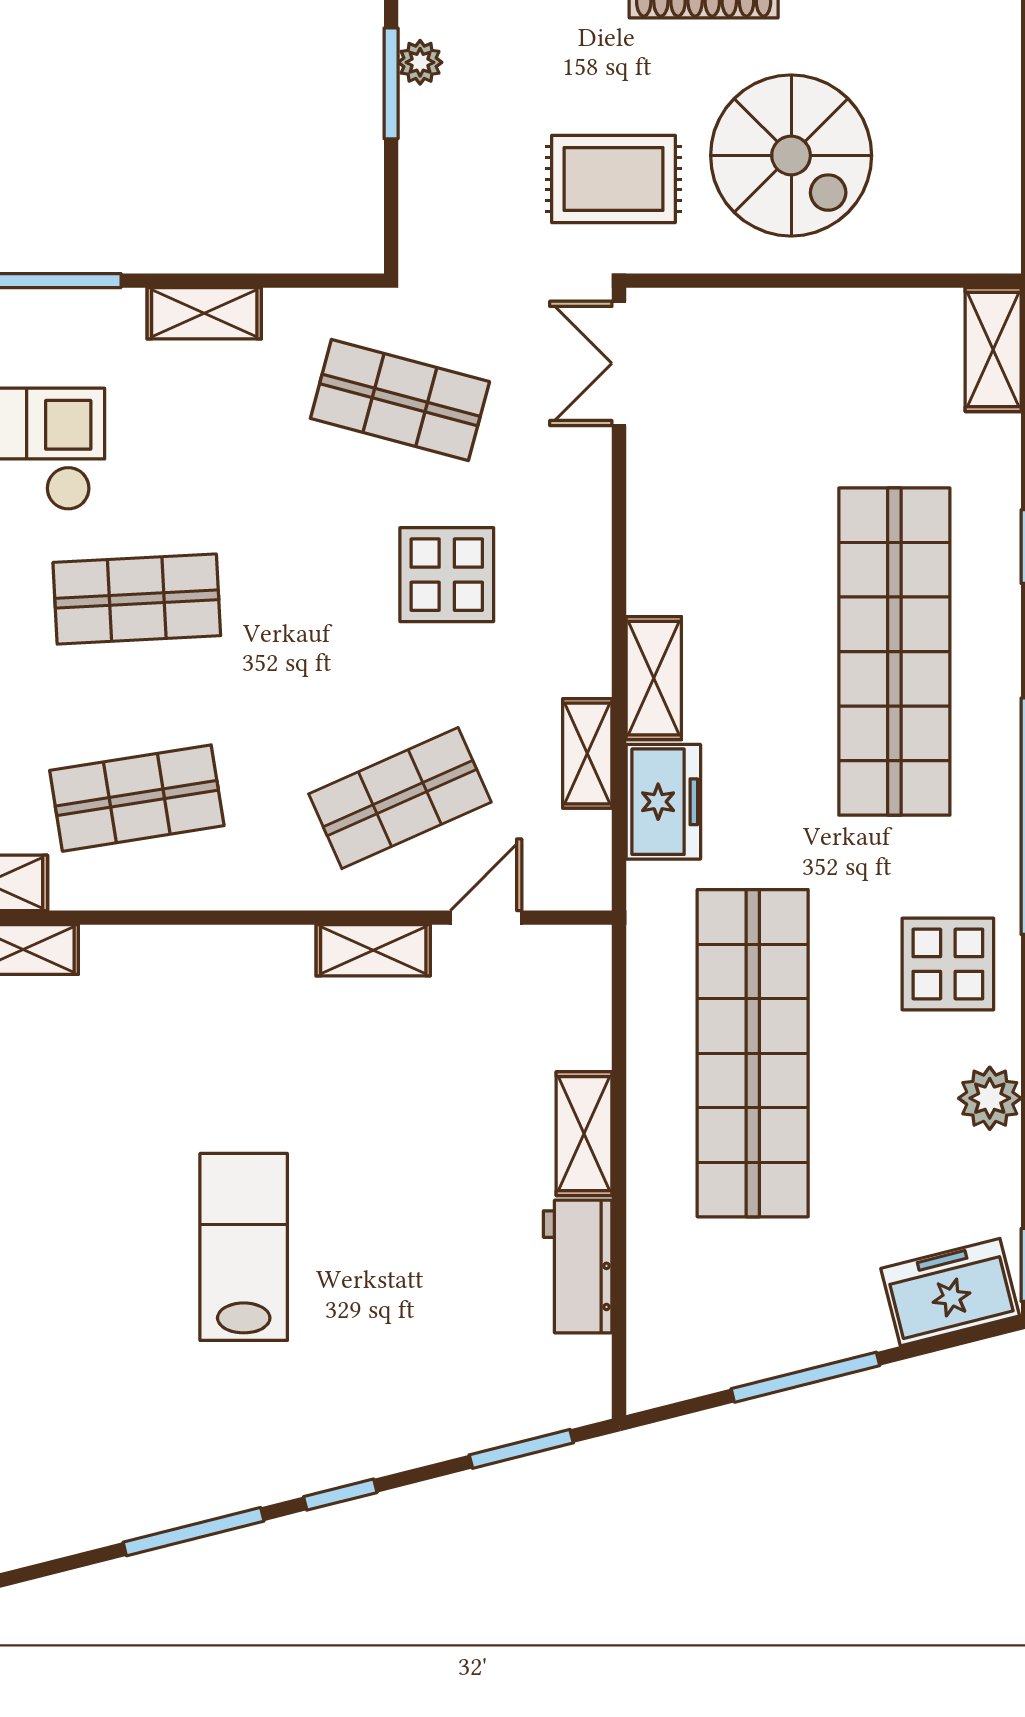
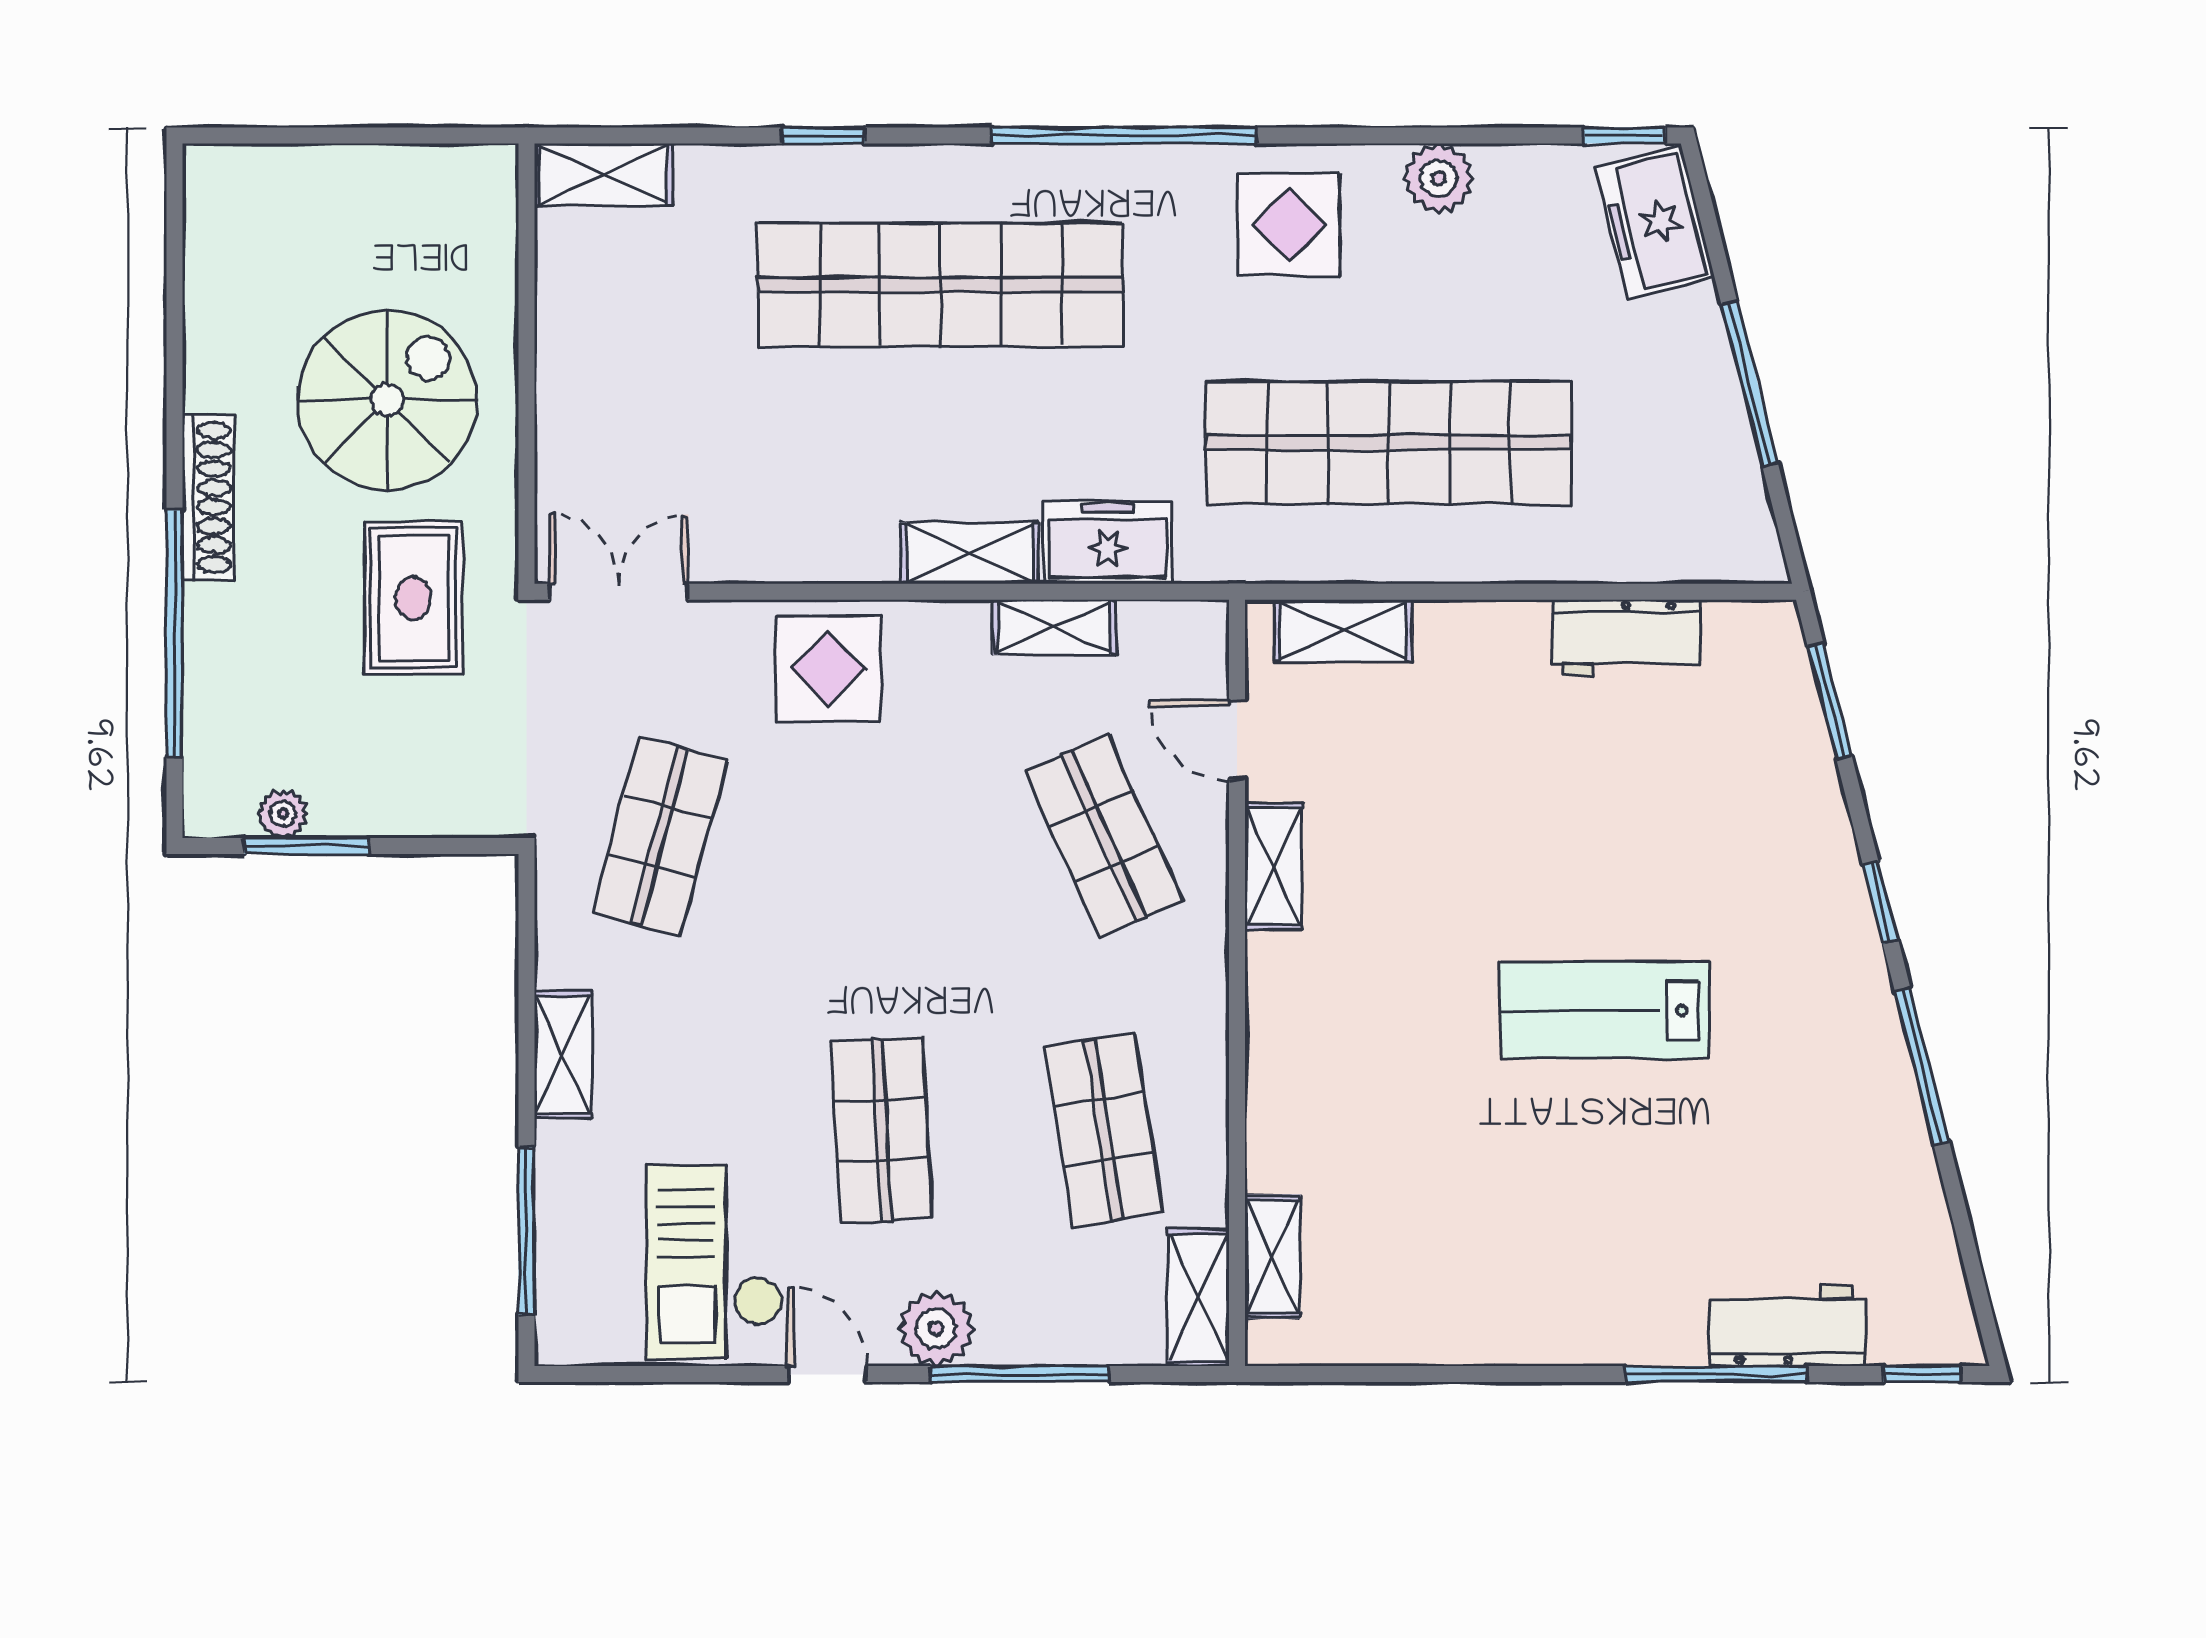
double door: (619, 363) -> (619, 592), swing flipped
display table: (447, 575) -> (828, 669), moved
shelving: (584, 1134) -> (1343, 631), moved

